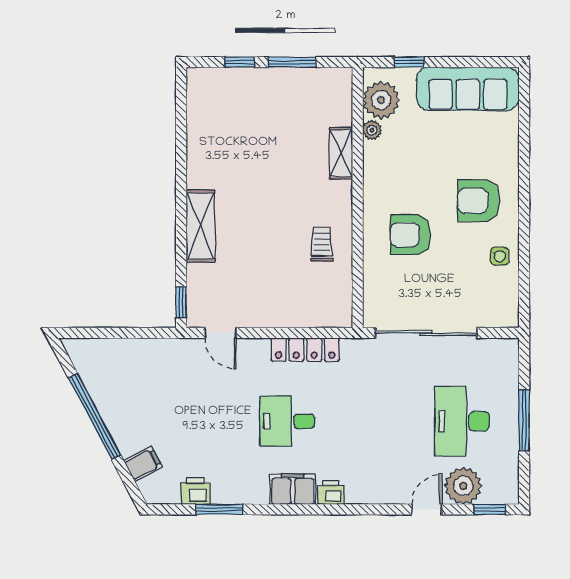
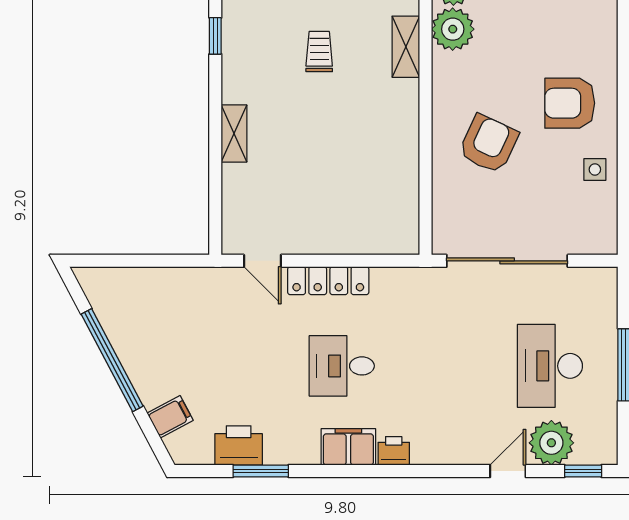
plant: (372, 130) -> (453, 29), width x1.88, depth x1.88
shelving: (200, 226) -> (234, 133), width x0.67, depth x0.75
armchair: (410, 235) -> (488, 144), turned 115
trolley: (322, 244) -> (319, 52), moved
window: (181, 302) -> (215, 36), moved
locker: (305, 350) -> (328, 281), moved
printer: (195, 491) -> (239, 445), width x1.36, depth x1.24

